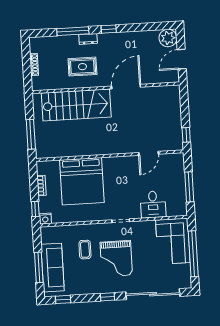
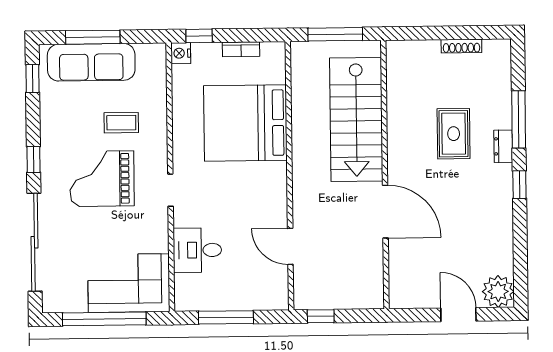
door: (126, 87) -> (385, 212), moved
wall: (106, 88) -> (385, 175), moved
stairs: (76, 105) -> (356, 119), moved

